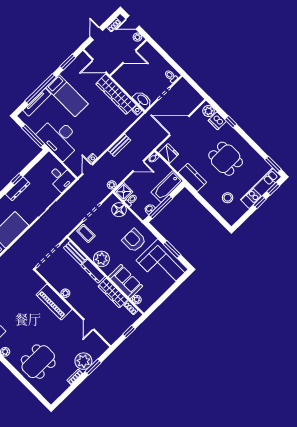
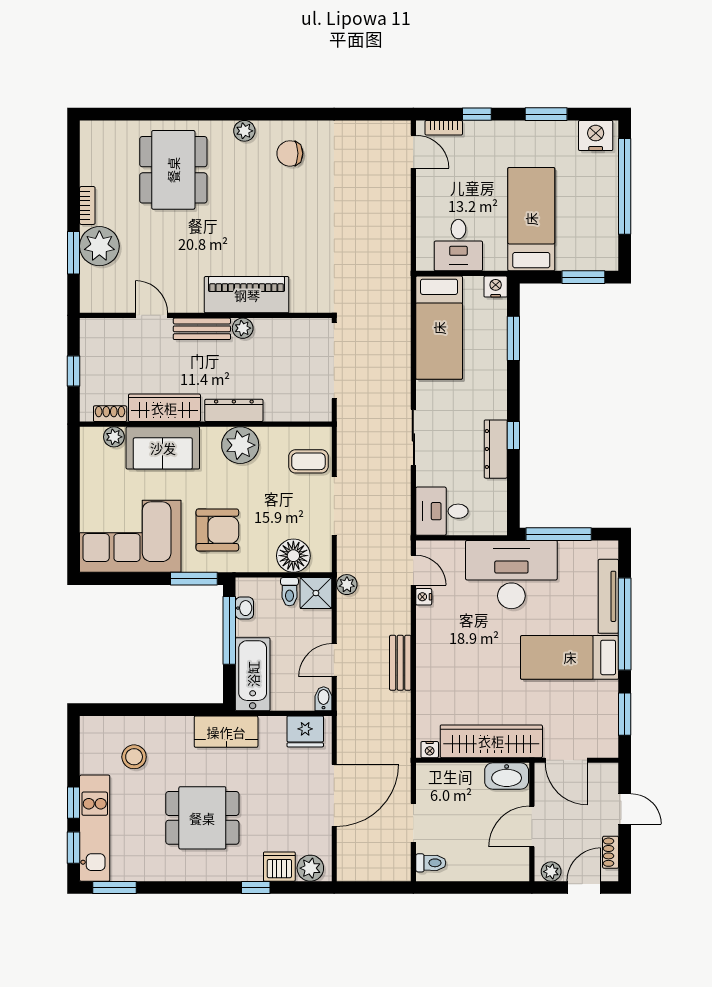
door: (99, 66) -> (566, 760), swing flipped
washbasin: (143, 100) -> (507, 776), moved
dresser: (18, 189) -> (496, 449), moved
window: (172, 249) -> (194, 579), moved
bench: (75, 253) -> (202, 329), moved

